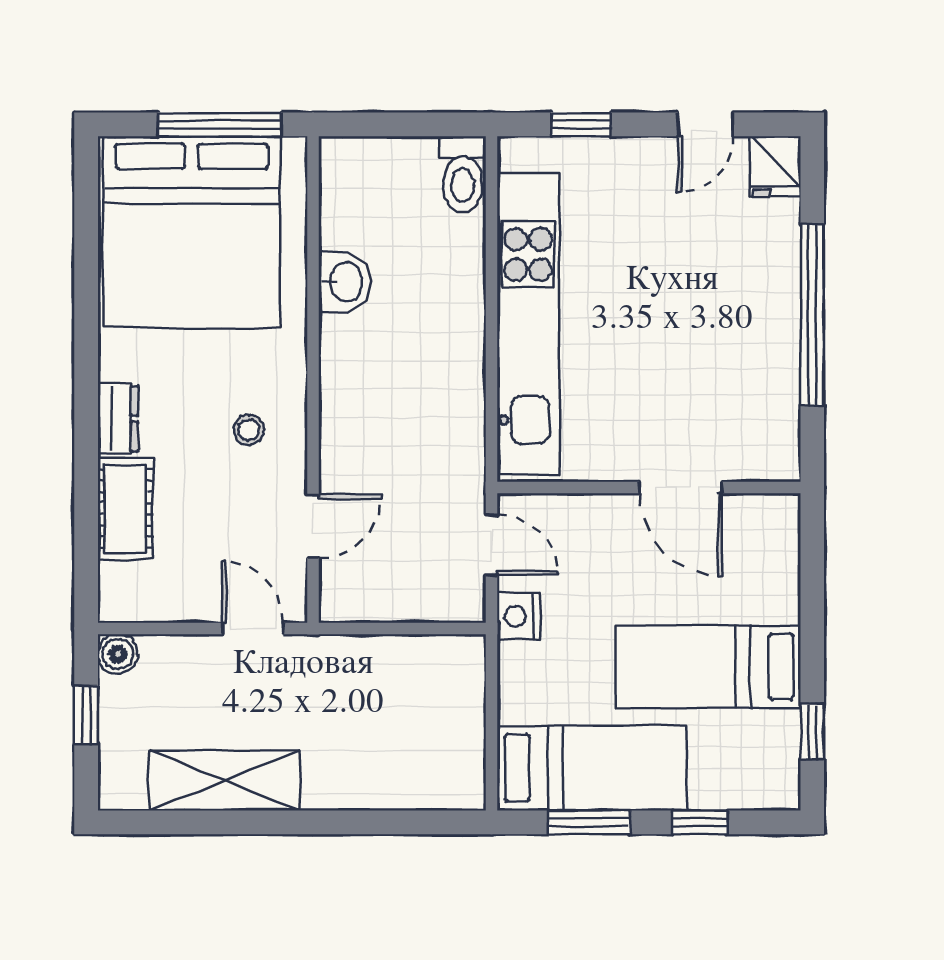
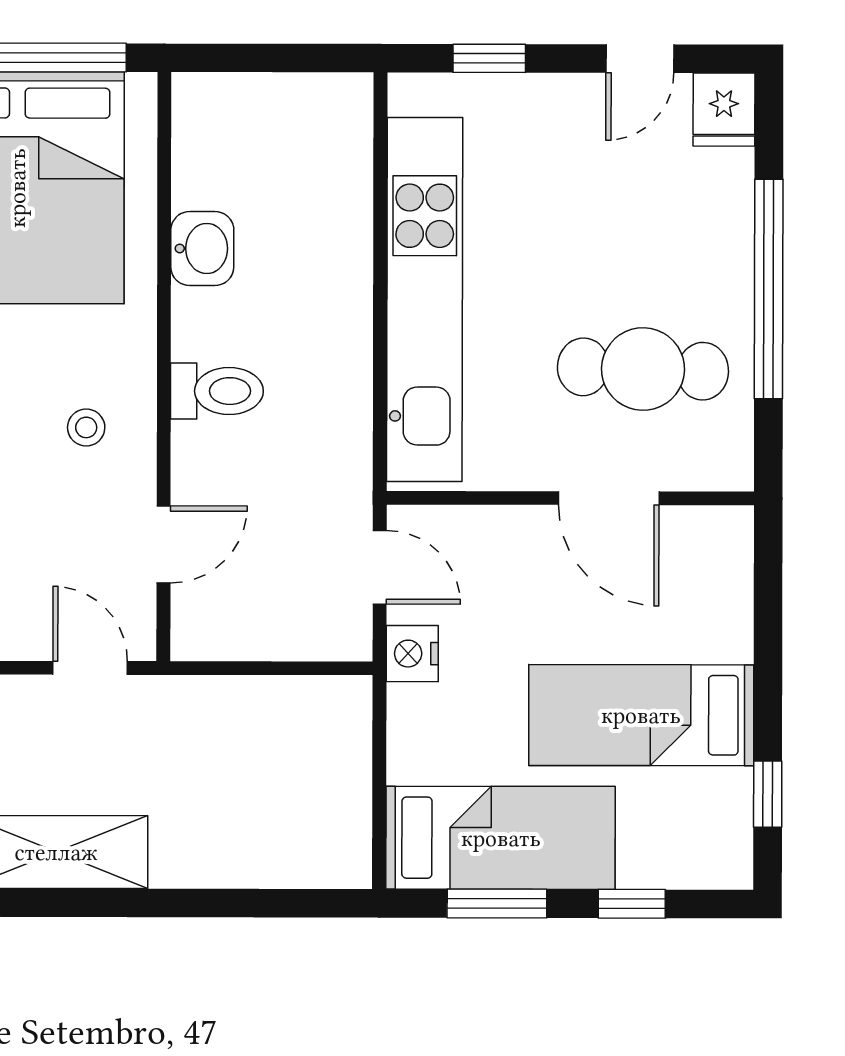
toilet: (463, 174) -> (217, 391), moved, turned -90
cafe table: (709, 381) -> (643, 369), added

